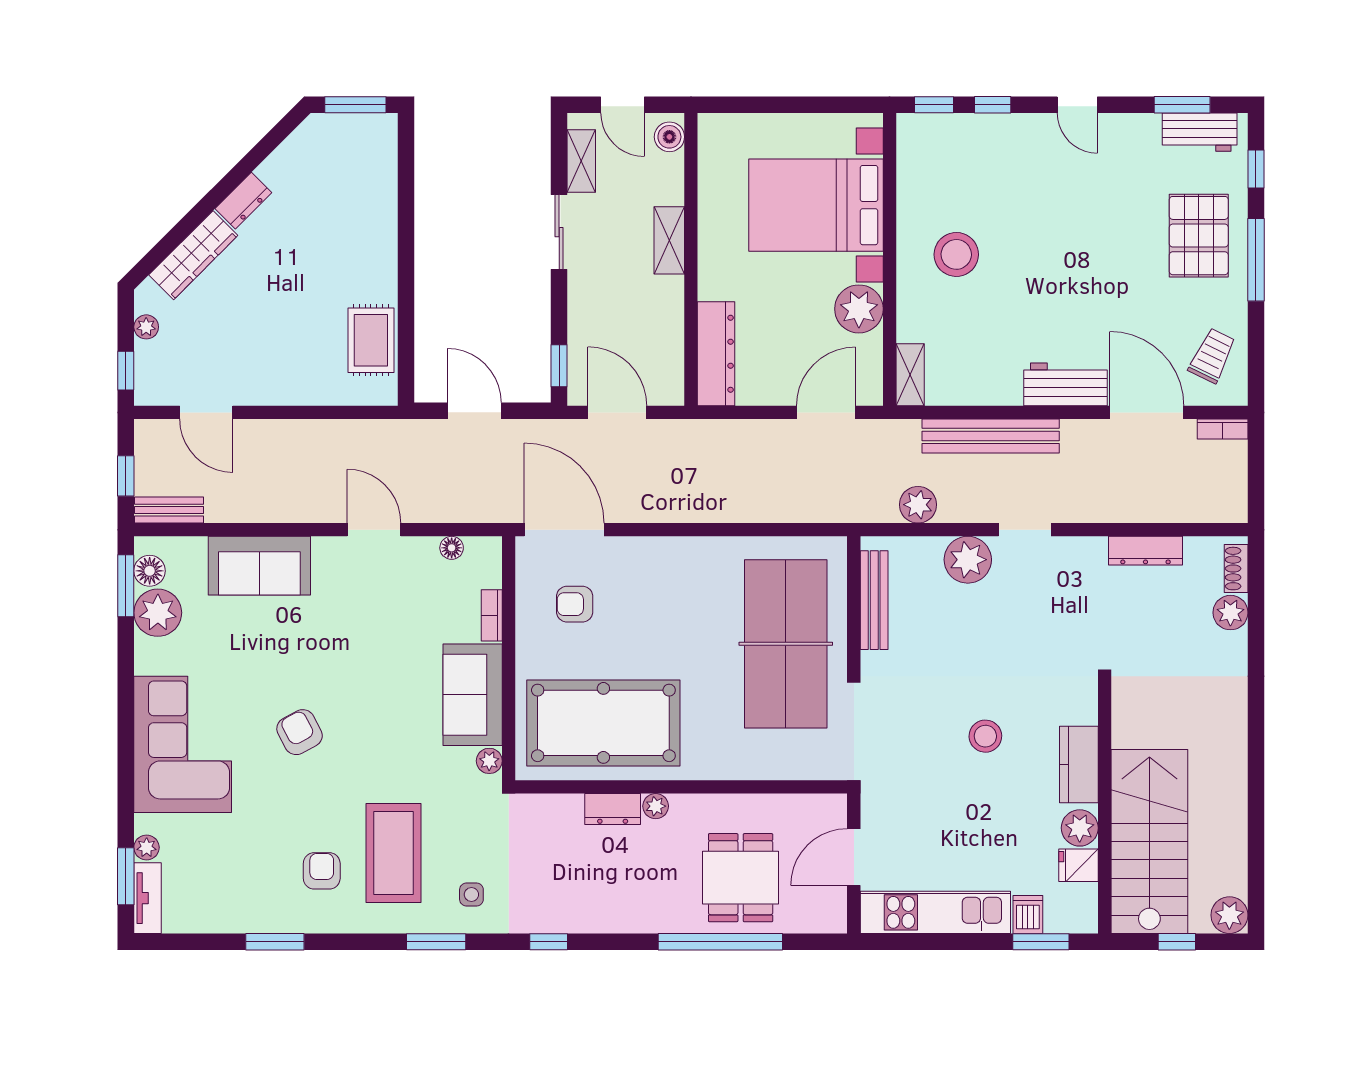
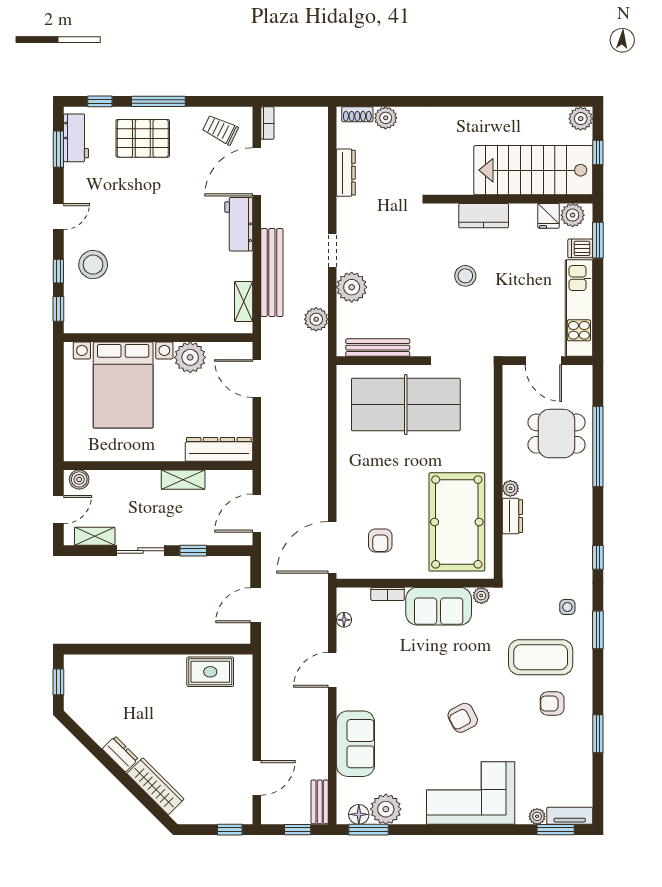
window: (355, 105) -> (58, 682), width x0.67
shelving: (669, 240) -> (183, 480), moved
stool: (956, 254) -> (93, 265), moved
plant: (146, 327) -> (202, 817), removed
window: (559, 366) -> (193, 551), moved
shelving: (910, 375) -> (244, 302), moved, turned 90
plant: (1080, 828) -> (573, 215), moved

